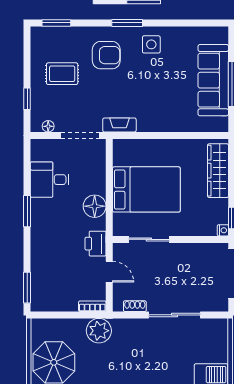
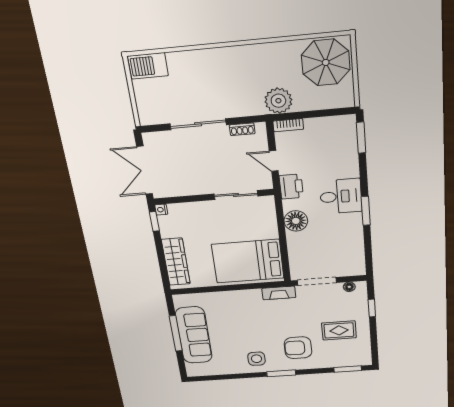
desk: (50, 180) -> (341, 196), moved
bed: (146, 189) -> (248, 261), moved

